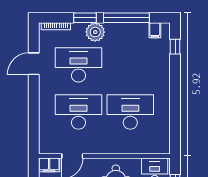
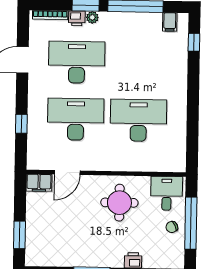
printer: (78, 29) -> (77, 18), added
plant: (95, 32) -> (92, 17), width x0.53, depth x0.53
window: (34, 116) -> (21, 124), added

